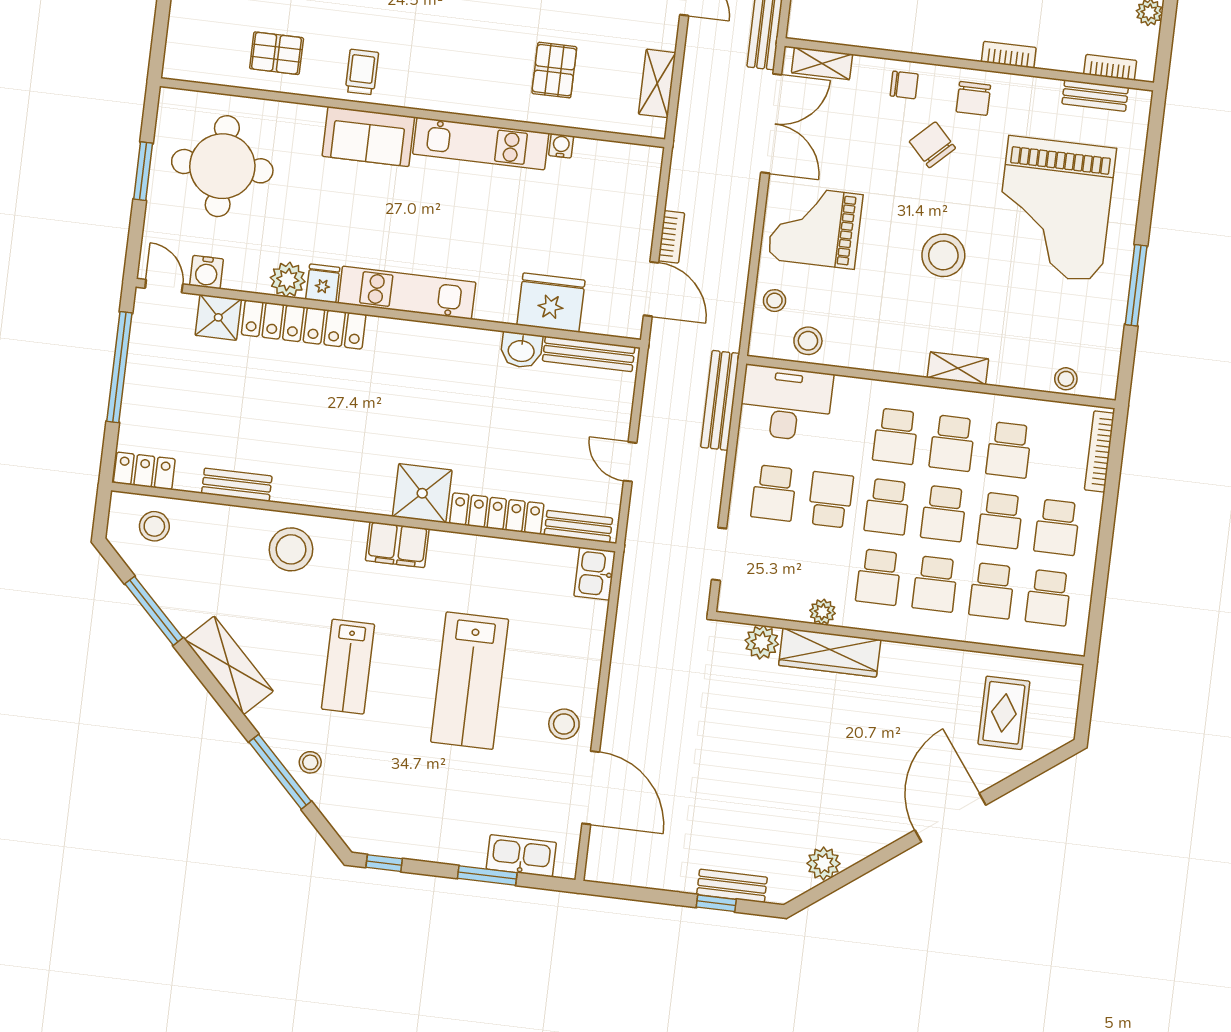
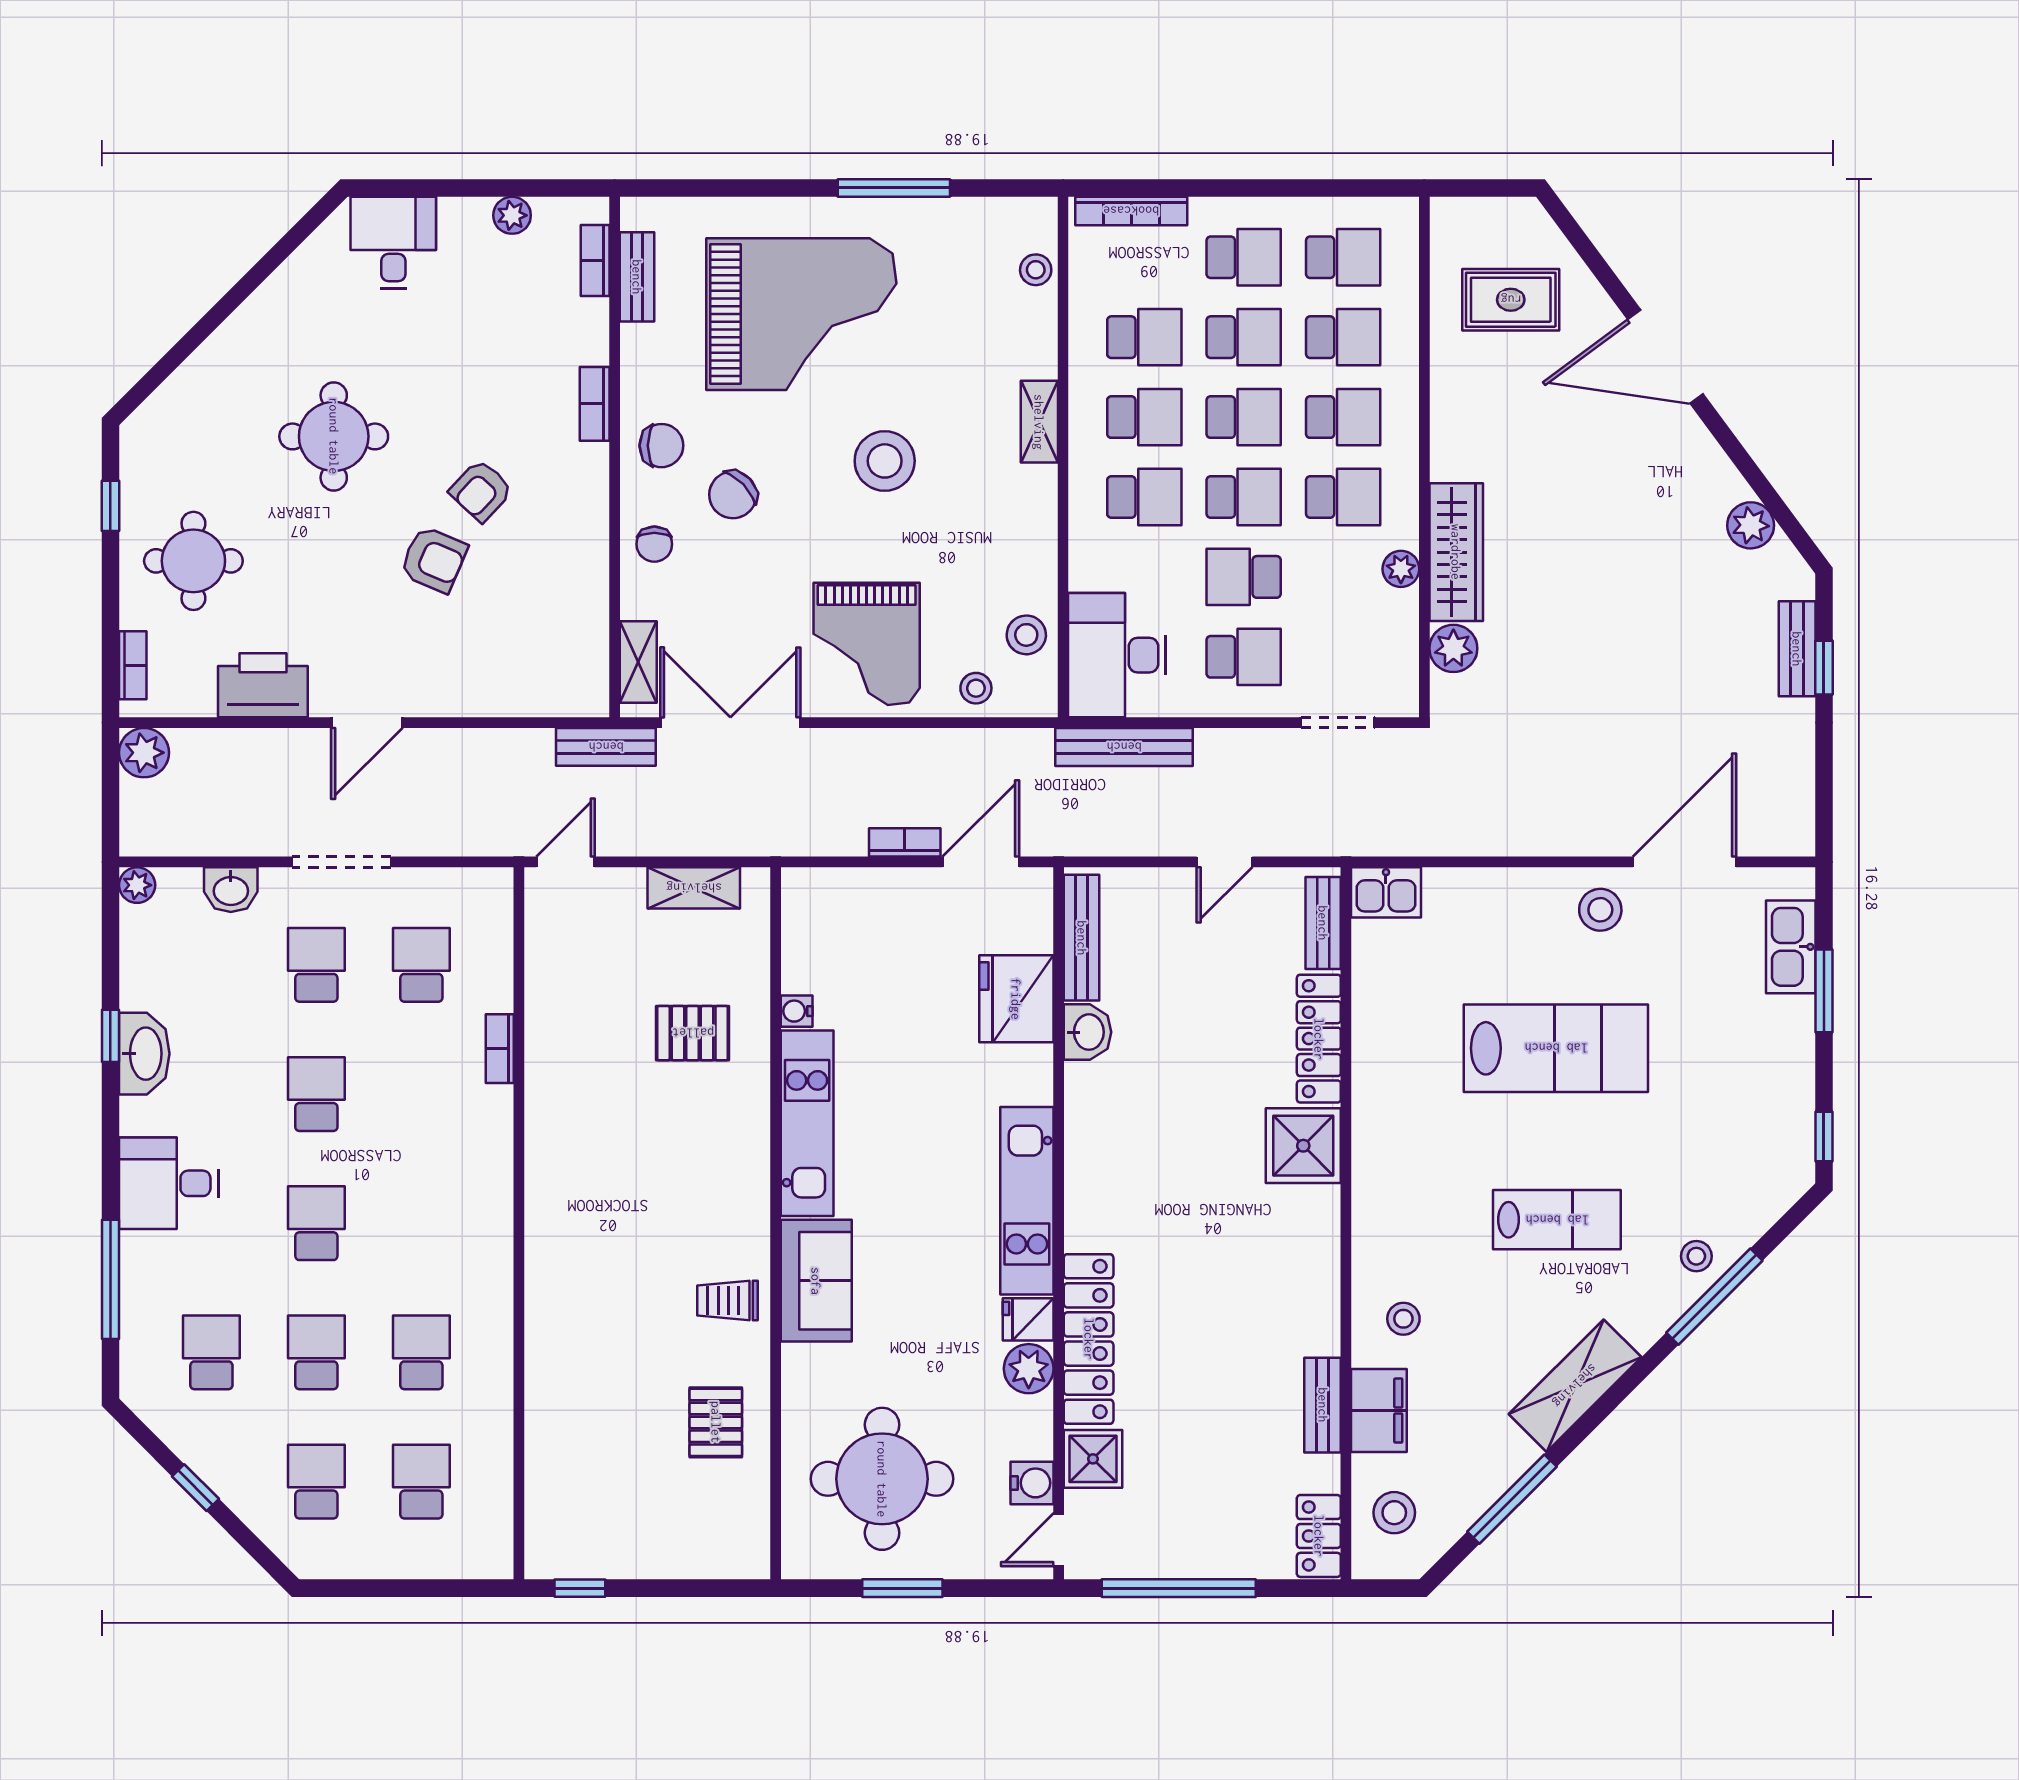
chair: (904, 85) -> (654, 544), turned 180
filing cabinet: (397, 545) -> (1379, 1411), moved
stool: (291, 549) -> (1403, 1319), width x0.53, depth x0.53

